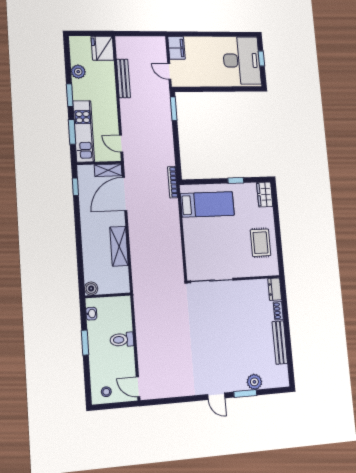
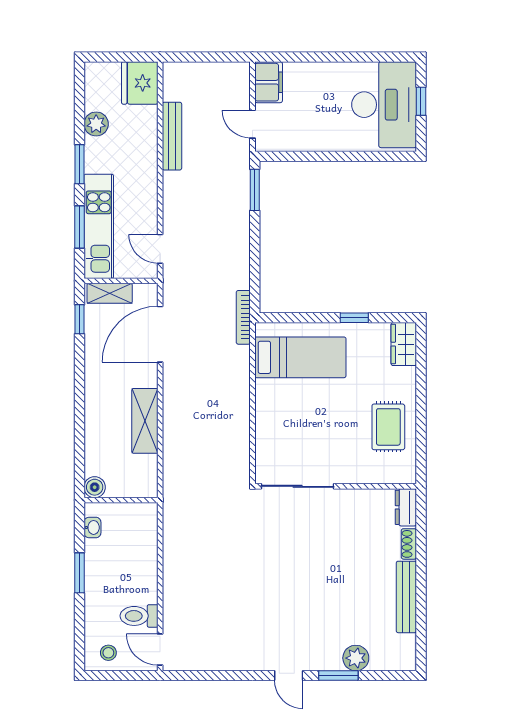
shelving: (108, 170) -> (110, 293), moved
toilet: (122, 340) -> (139, 616), moved

